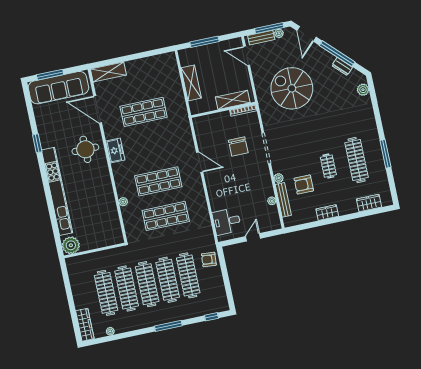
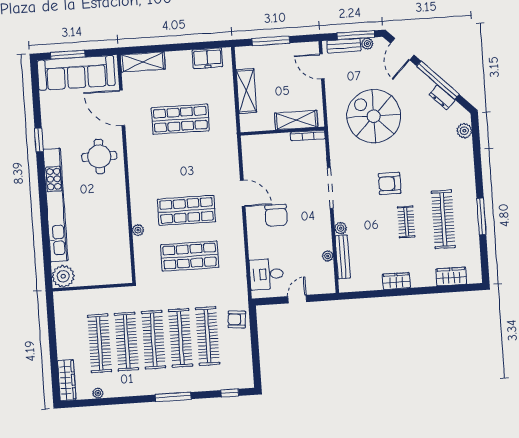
chair: (238, 146) -> (276, 215), moved
freezer: (115, 150) -> (207, 58), moved, turned 90
armchair: (304, 185) -> (390, 183), moved

